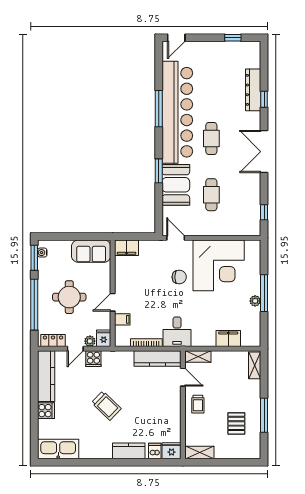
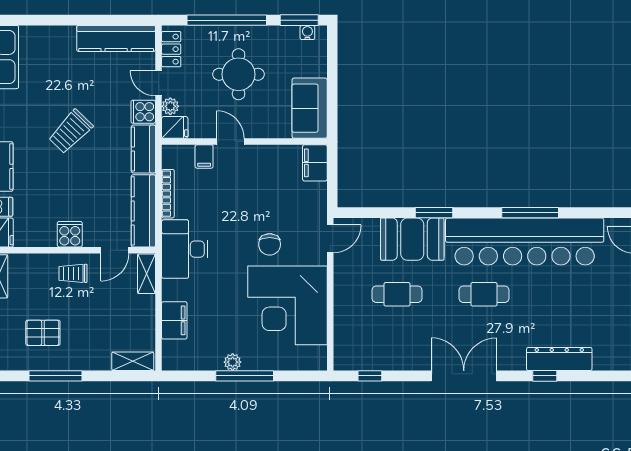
desk: (177, 332) -> (185, 249), width x1.37
kitchen counter: (118, 359) -> (143, 149), added
cooker: (46, 411) -> (70, 234), moved, turned 180

